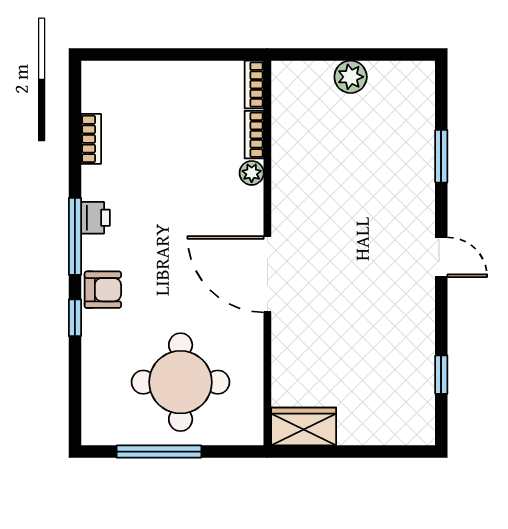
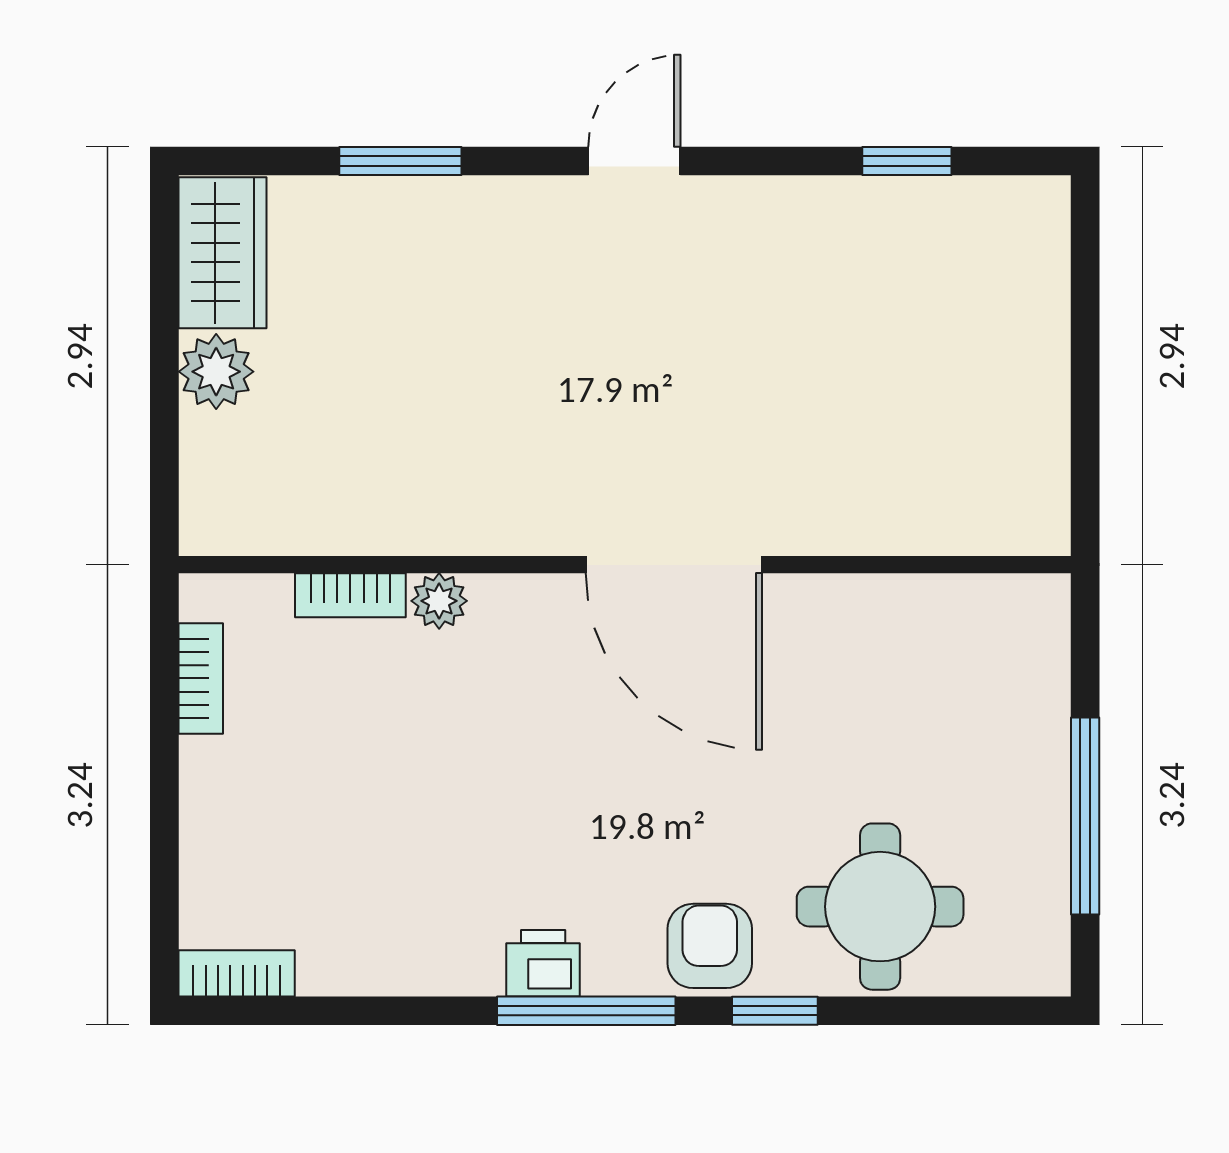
bookcase: (254, 84) -> (201, 678), moved, turned -90
bookcase: (91, 139) -> (237, 973), moved
door: (267, 274) -> (674, 565), hinge flipped
round table: (181, 382) -> (880, 907), moved, width x0.73, depth x0.73
wardrobe: (304, 427) -> (222, 253), moved, turned 180

